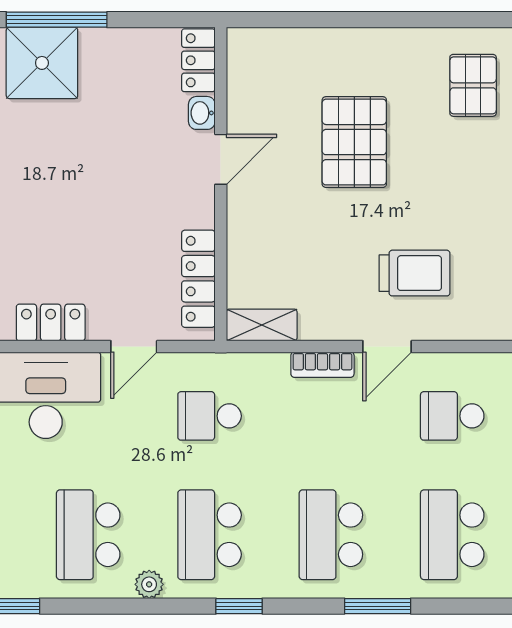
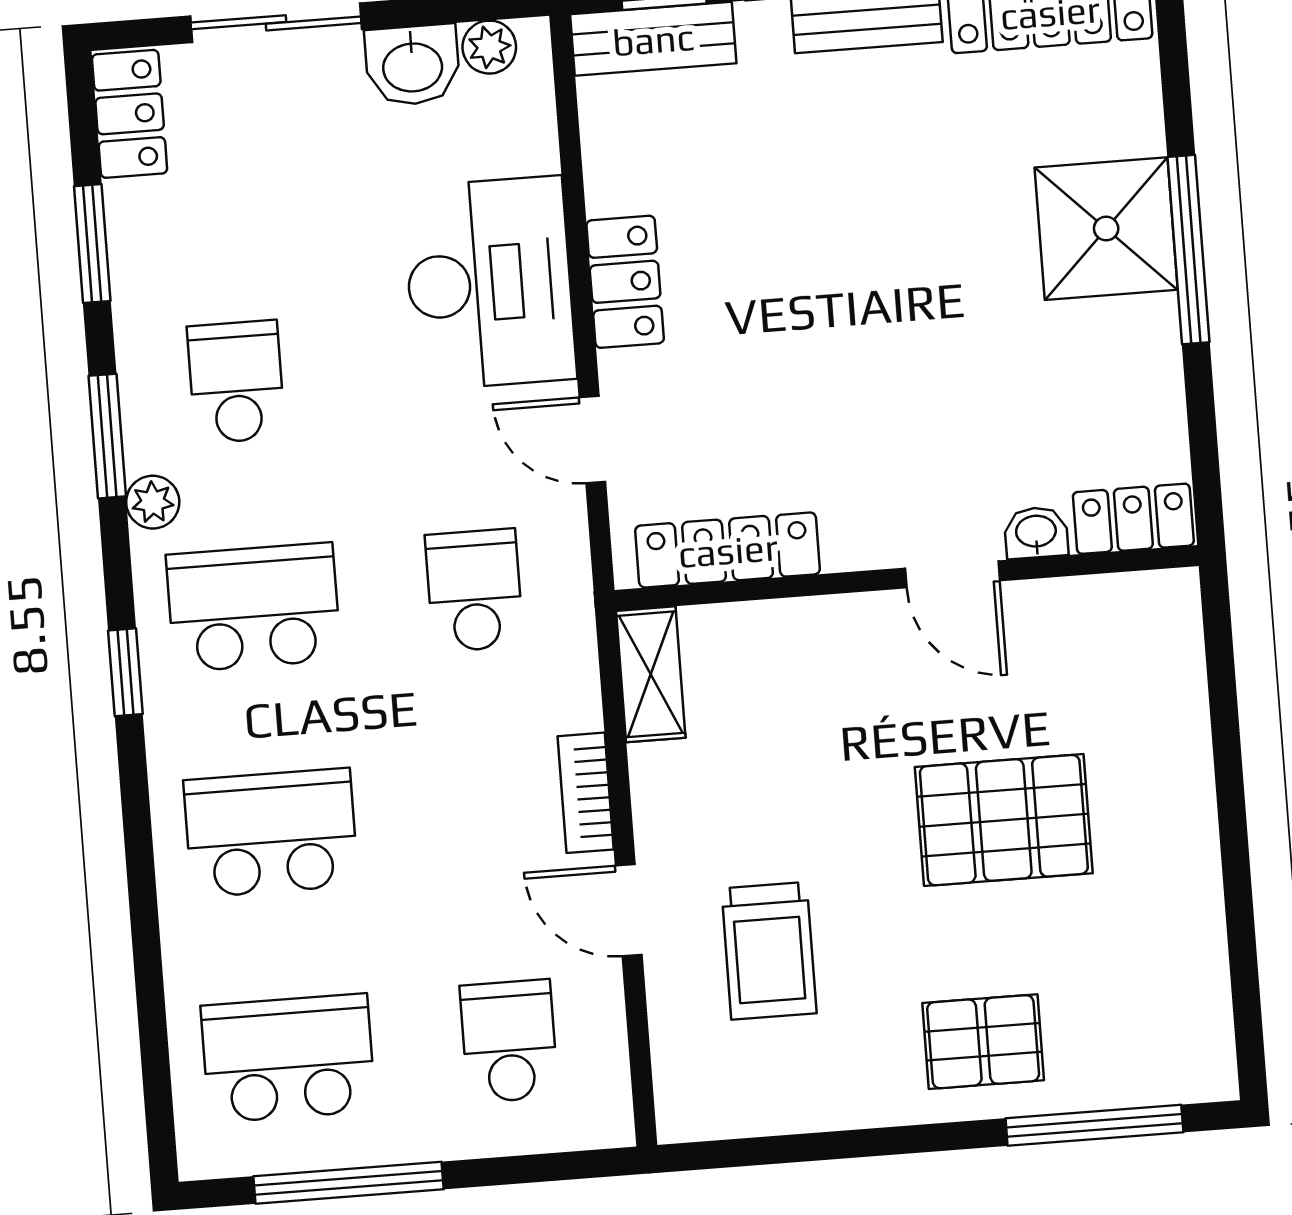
pallet: (473, 85) -> (983, 1042), moved
school desk: (88, 535) -> (236, 382), width x0.54
window: (378, 606) -> (107, 436), moved

